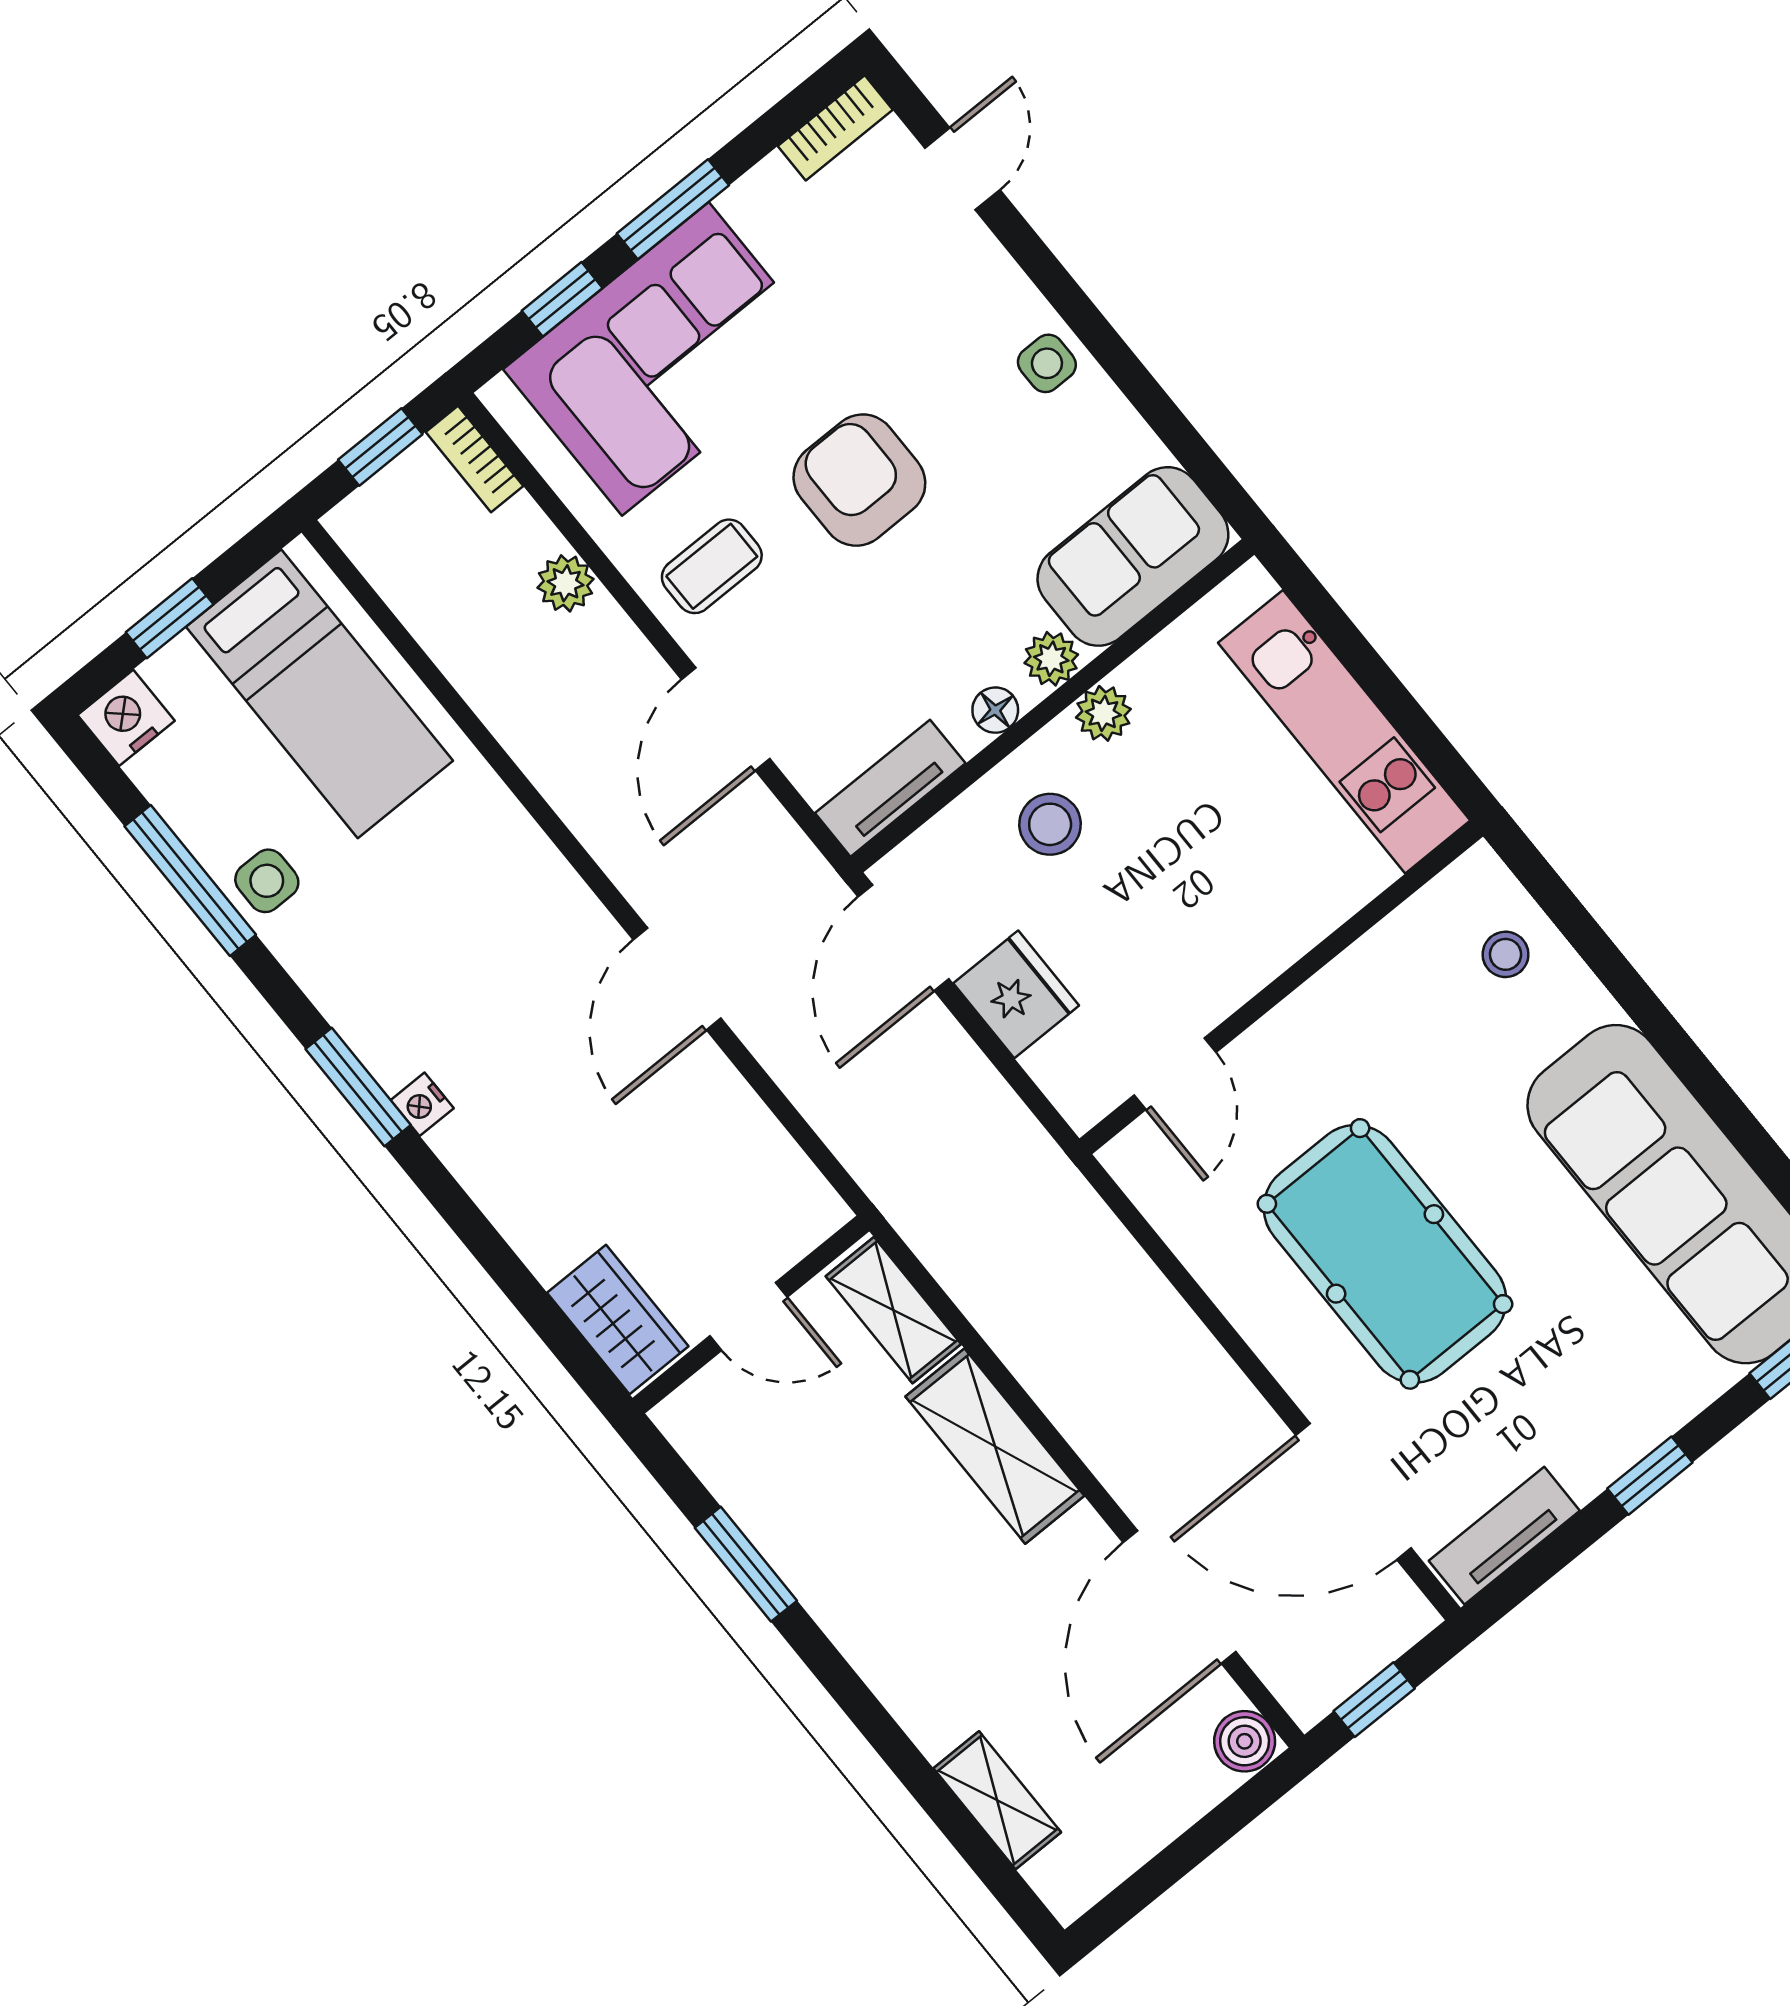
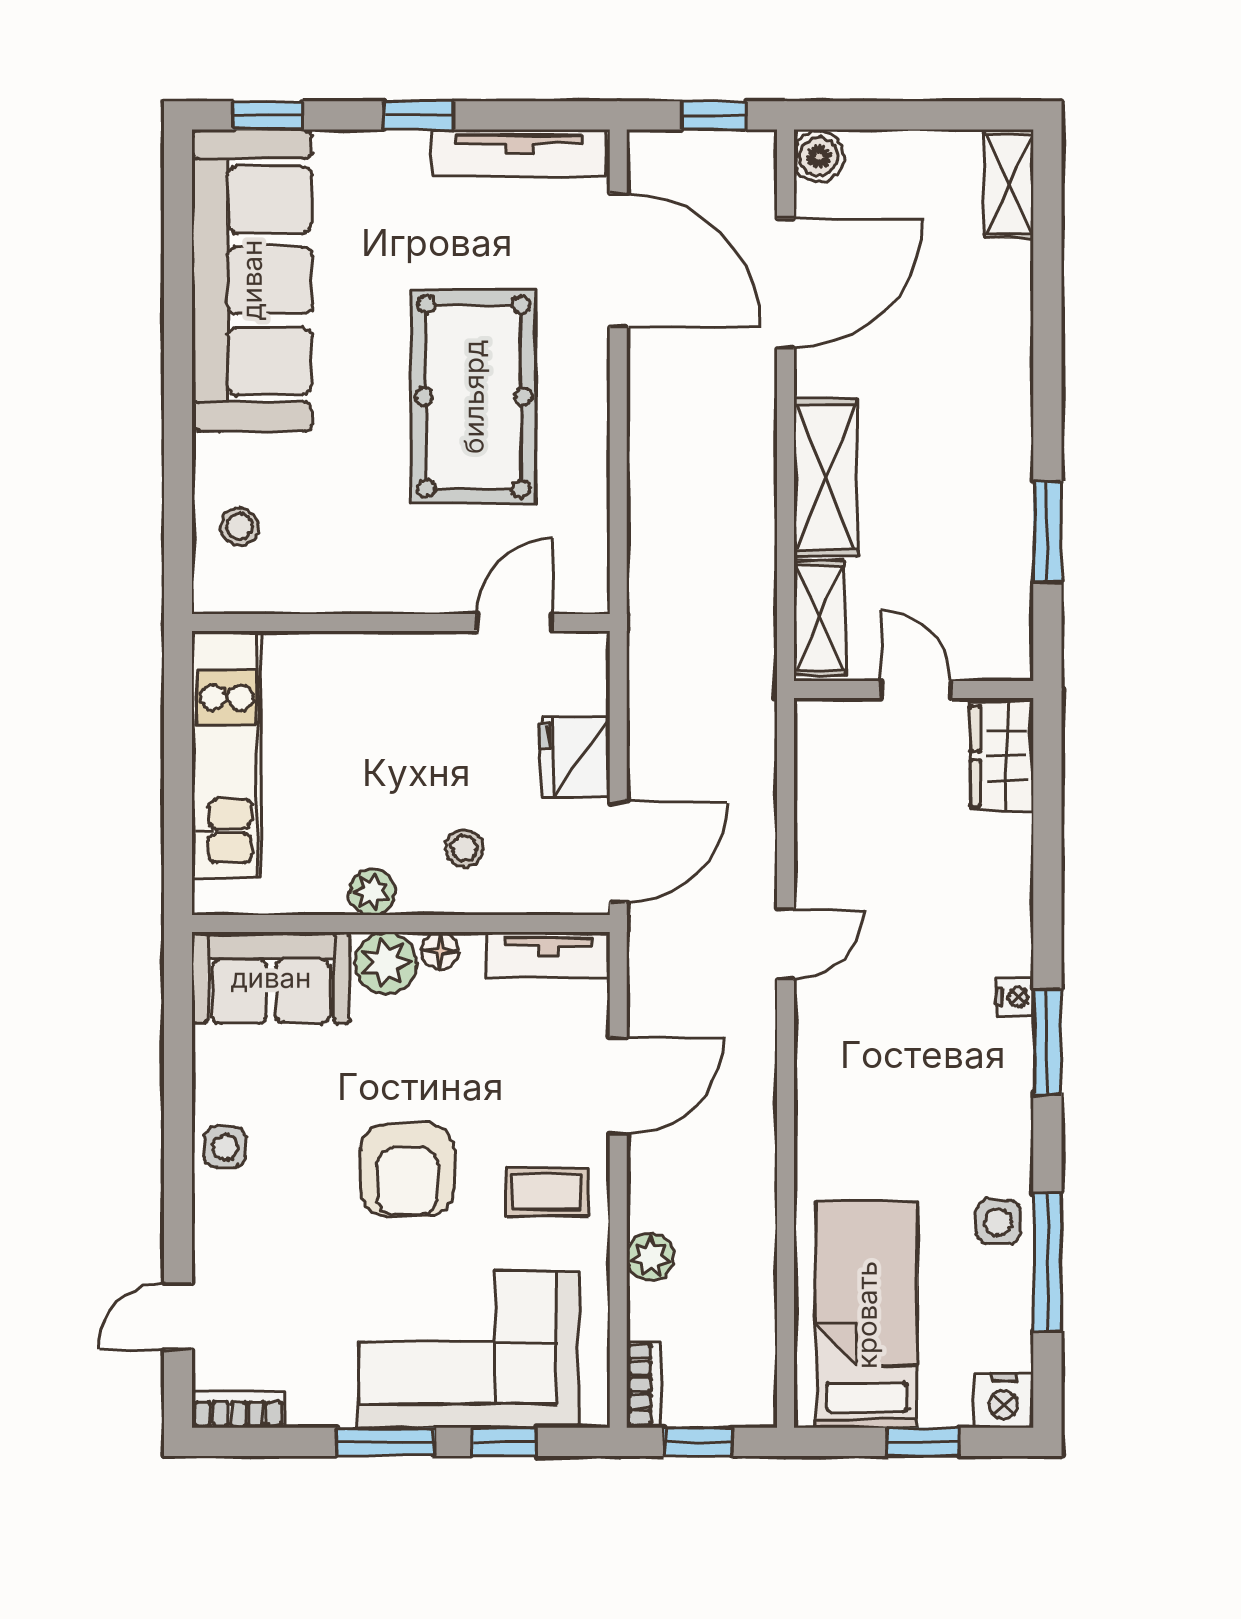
plant: (1051, 659) -> (386, 963), width x1.38, depth x1.38
stool: (1050, 824) -> (464, 849), width x0.73, depth x0.73
door: (677, 979) -> (785, 944), width x0.73
tv unit: (1504, 1536) -> (519, 153), width x1.41
shelving: (997, 1800) -> (1009, 184), moved

